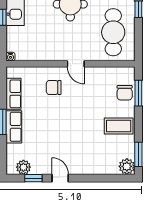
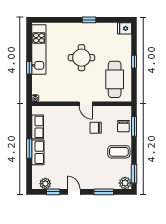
chair: (54, 87) -> (96, 128), moved
window: (99, 178) -> (104, 192), added

